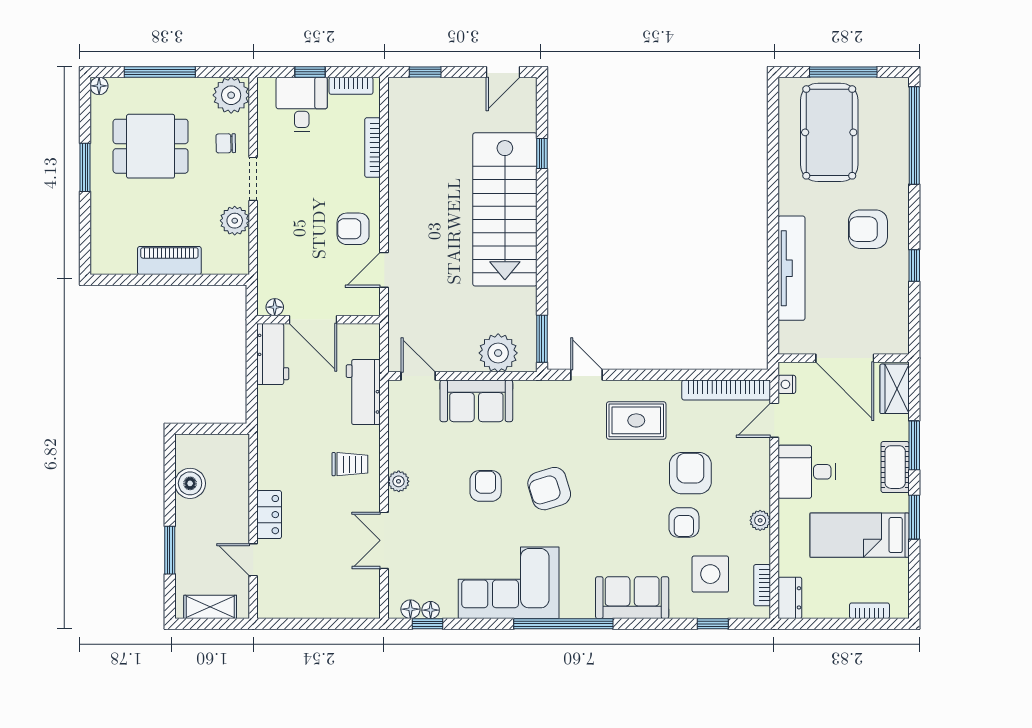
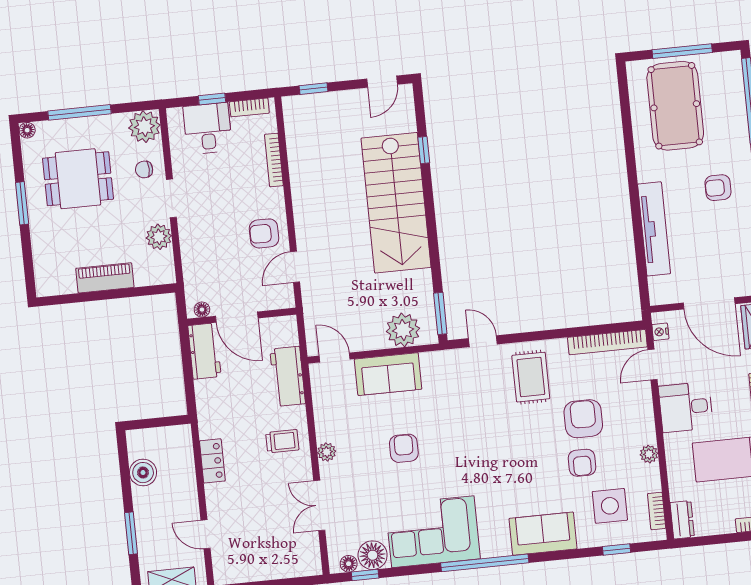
armchair: (868, 229) -> (718, 188), width x0.72, depth x0.72
rug: (636, 420) -> (531, 377), turned 90
armchair: (549, 489) -> (460, 445), removed
locker: (269, 515) -> (212, 461), moved
floor lamp: (431, 610) -> (373, 555), width x1.89, depth x1.89

